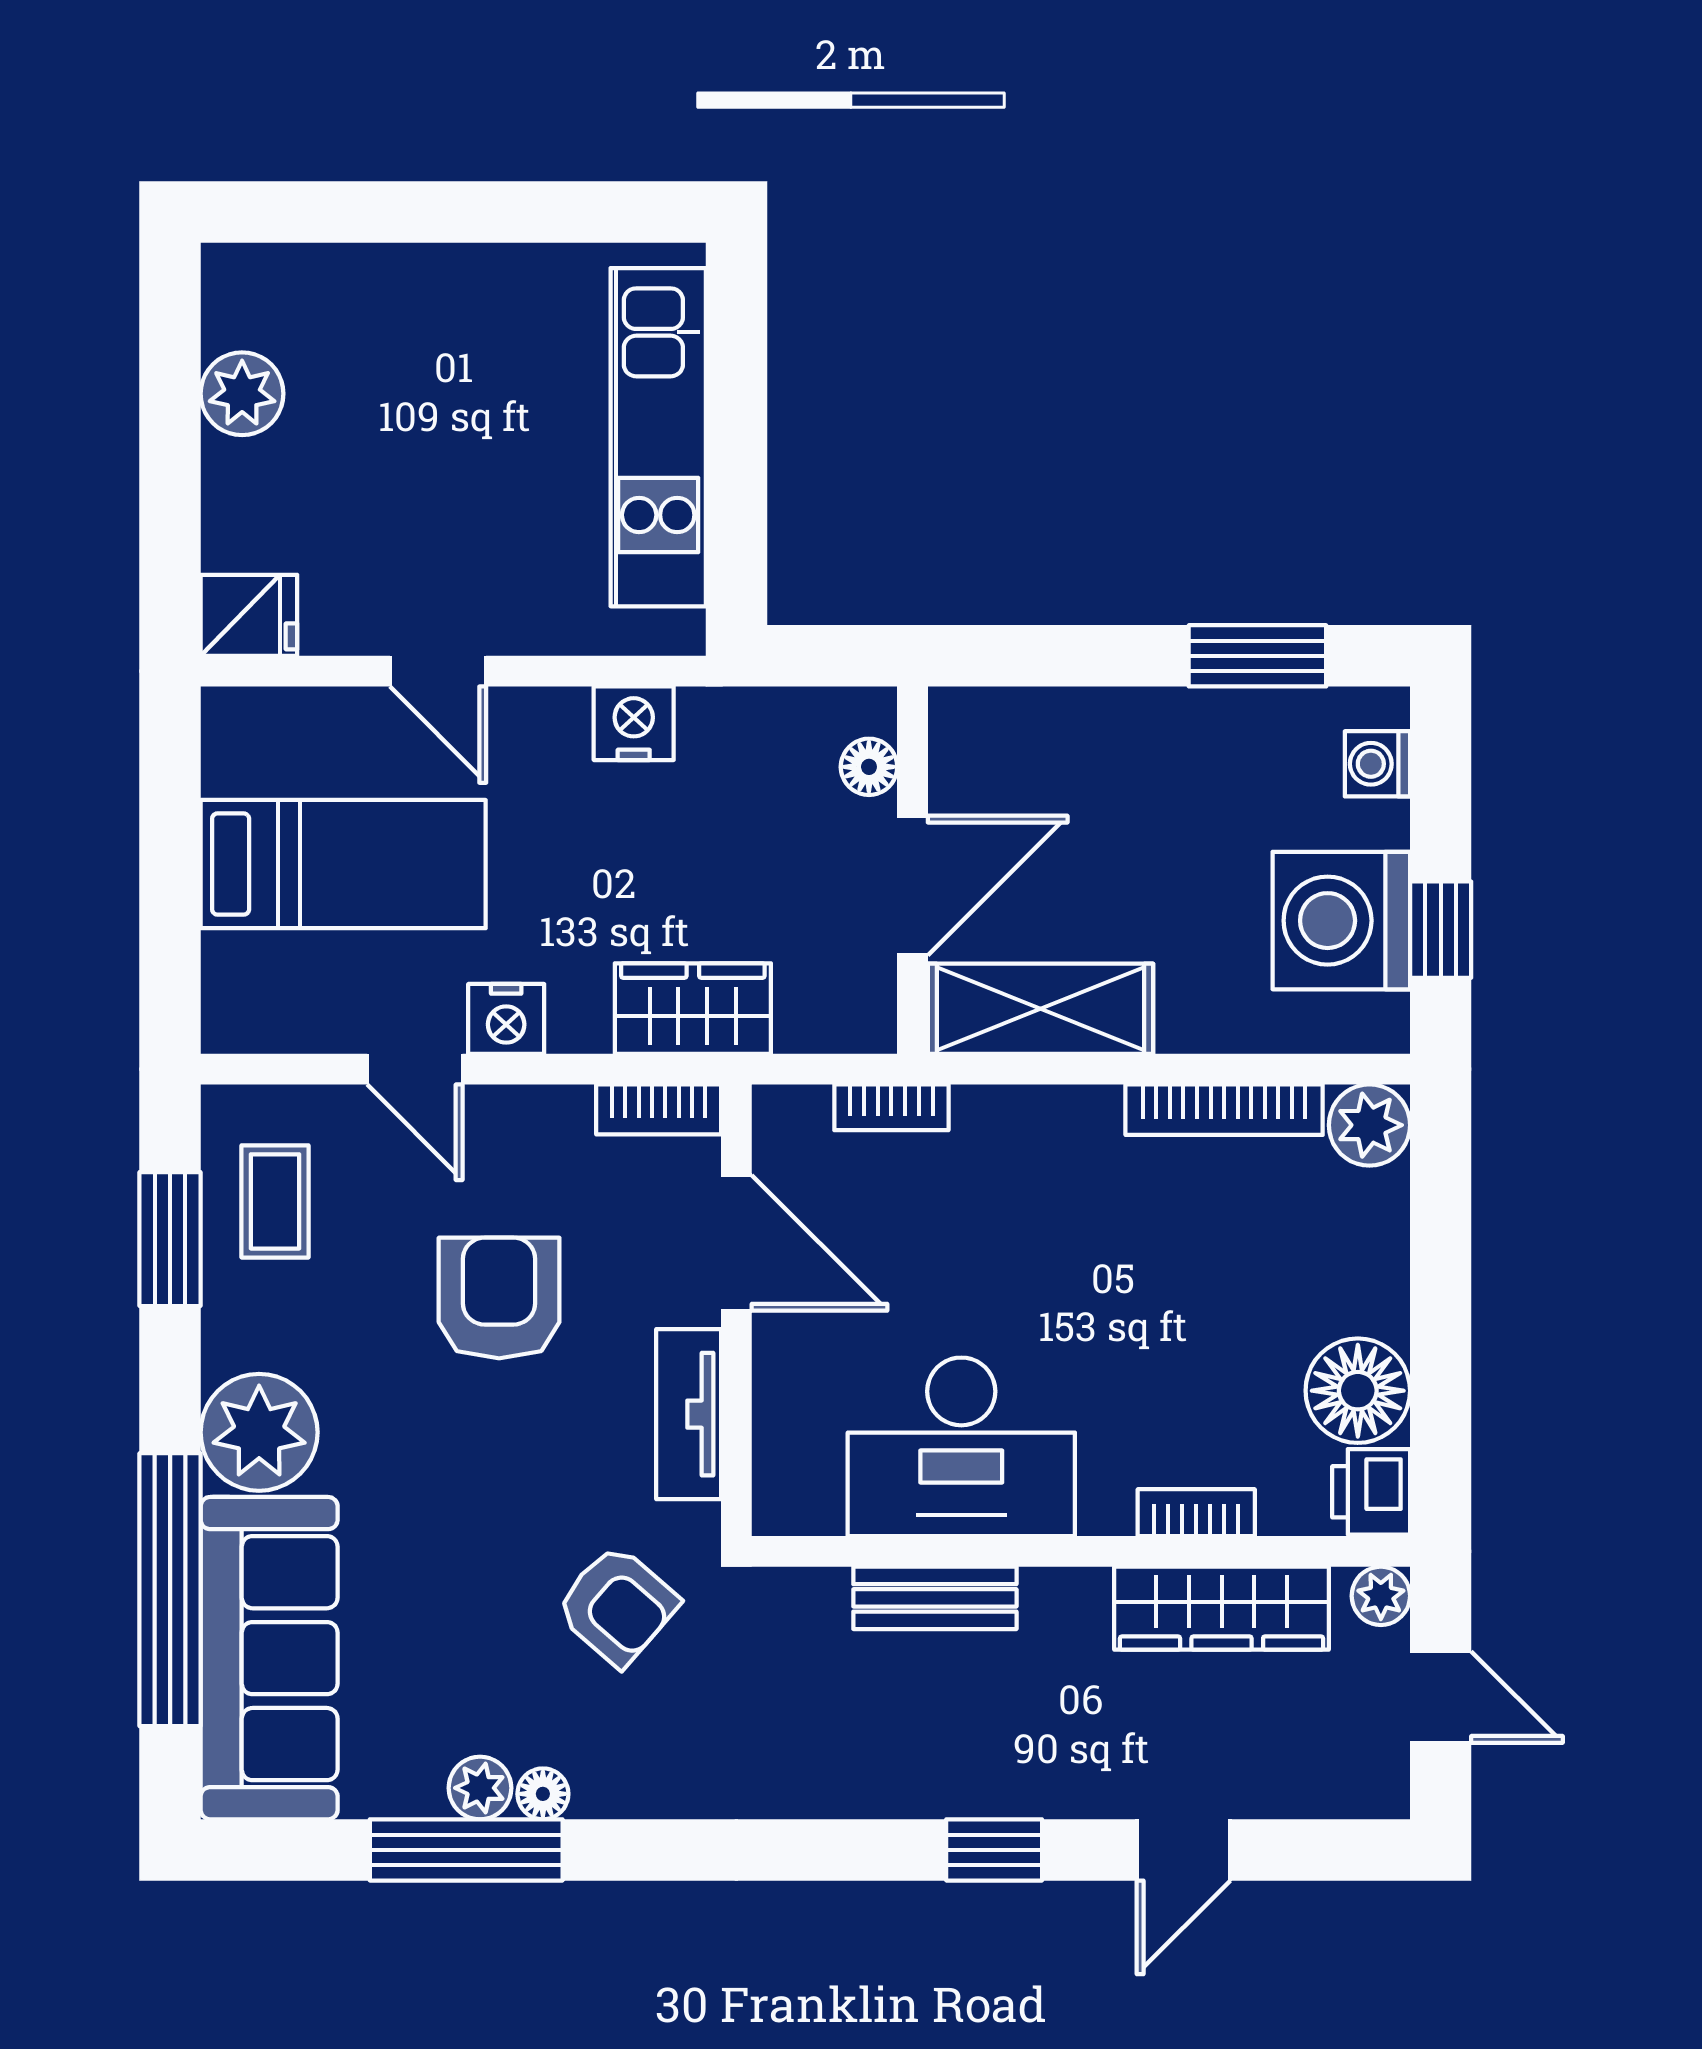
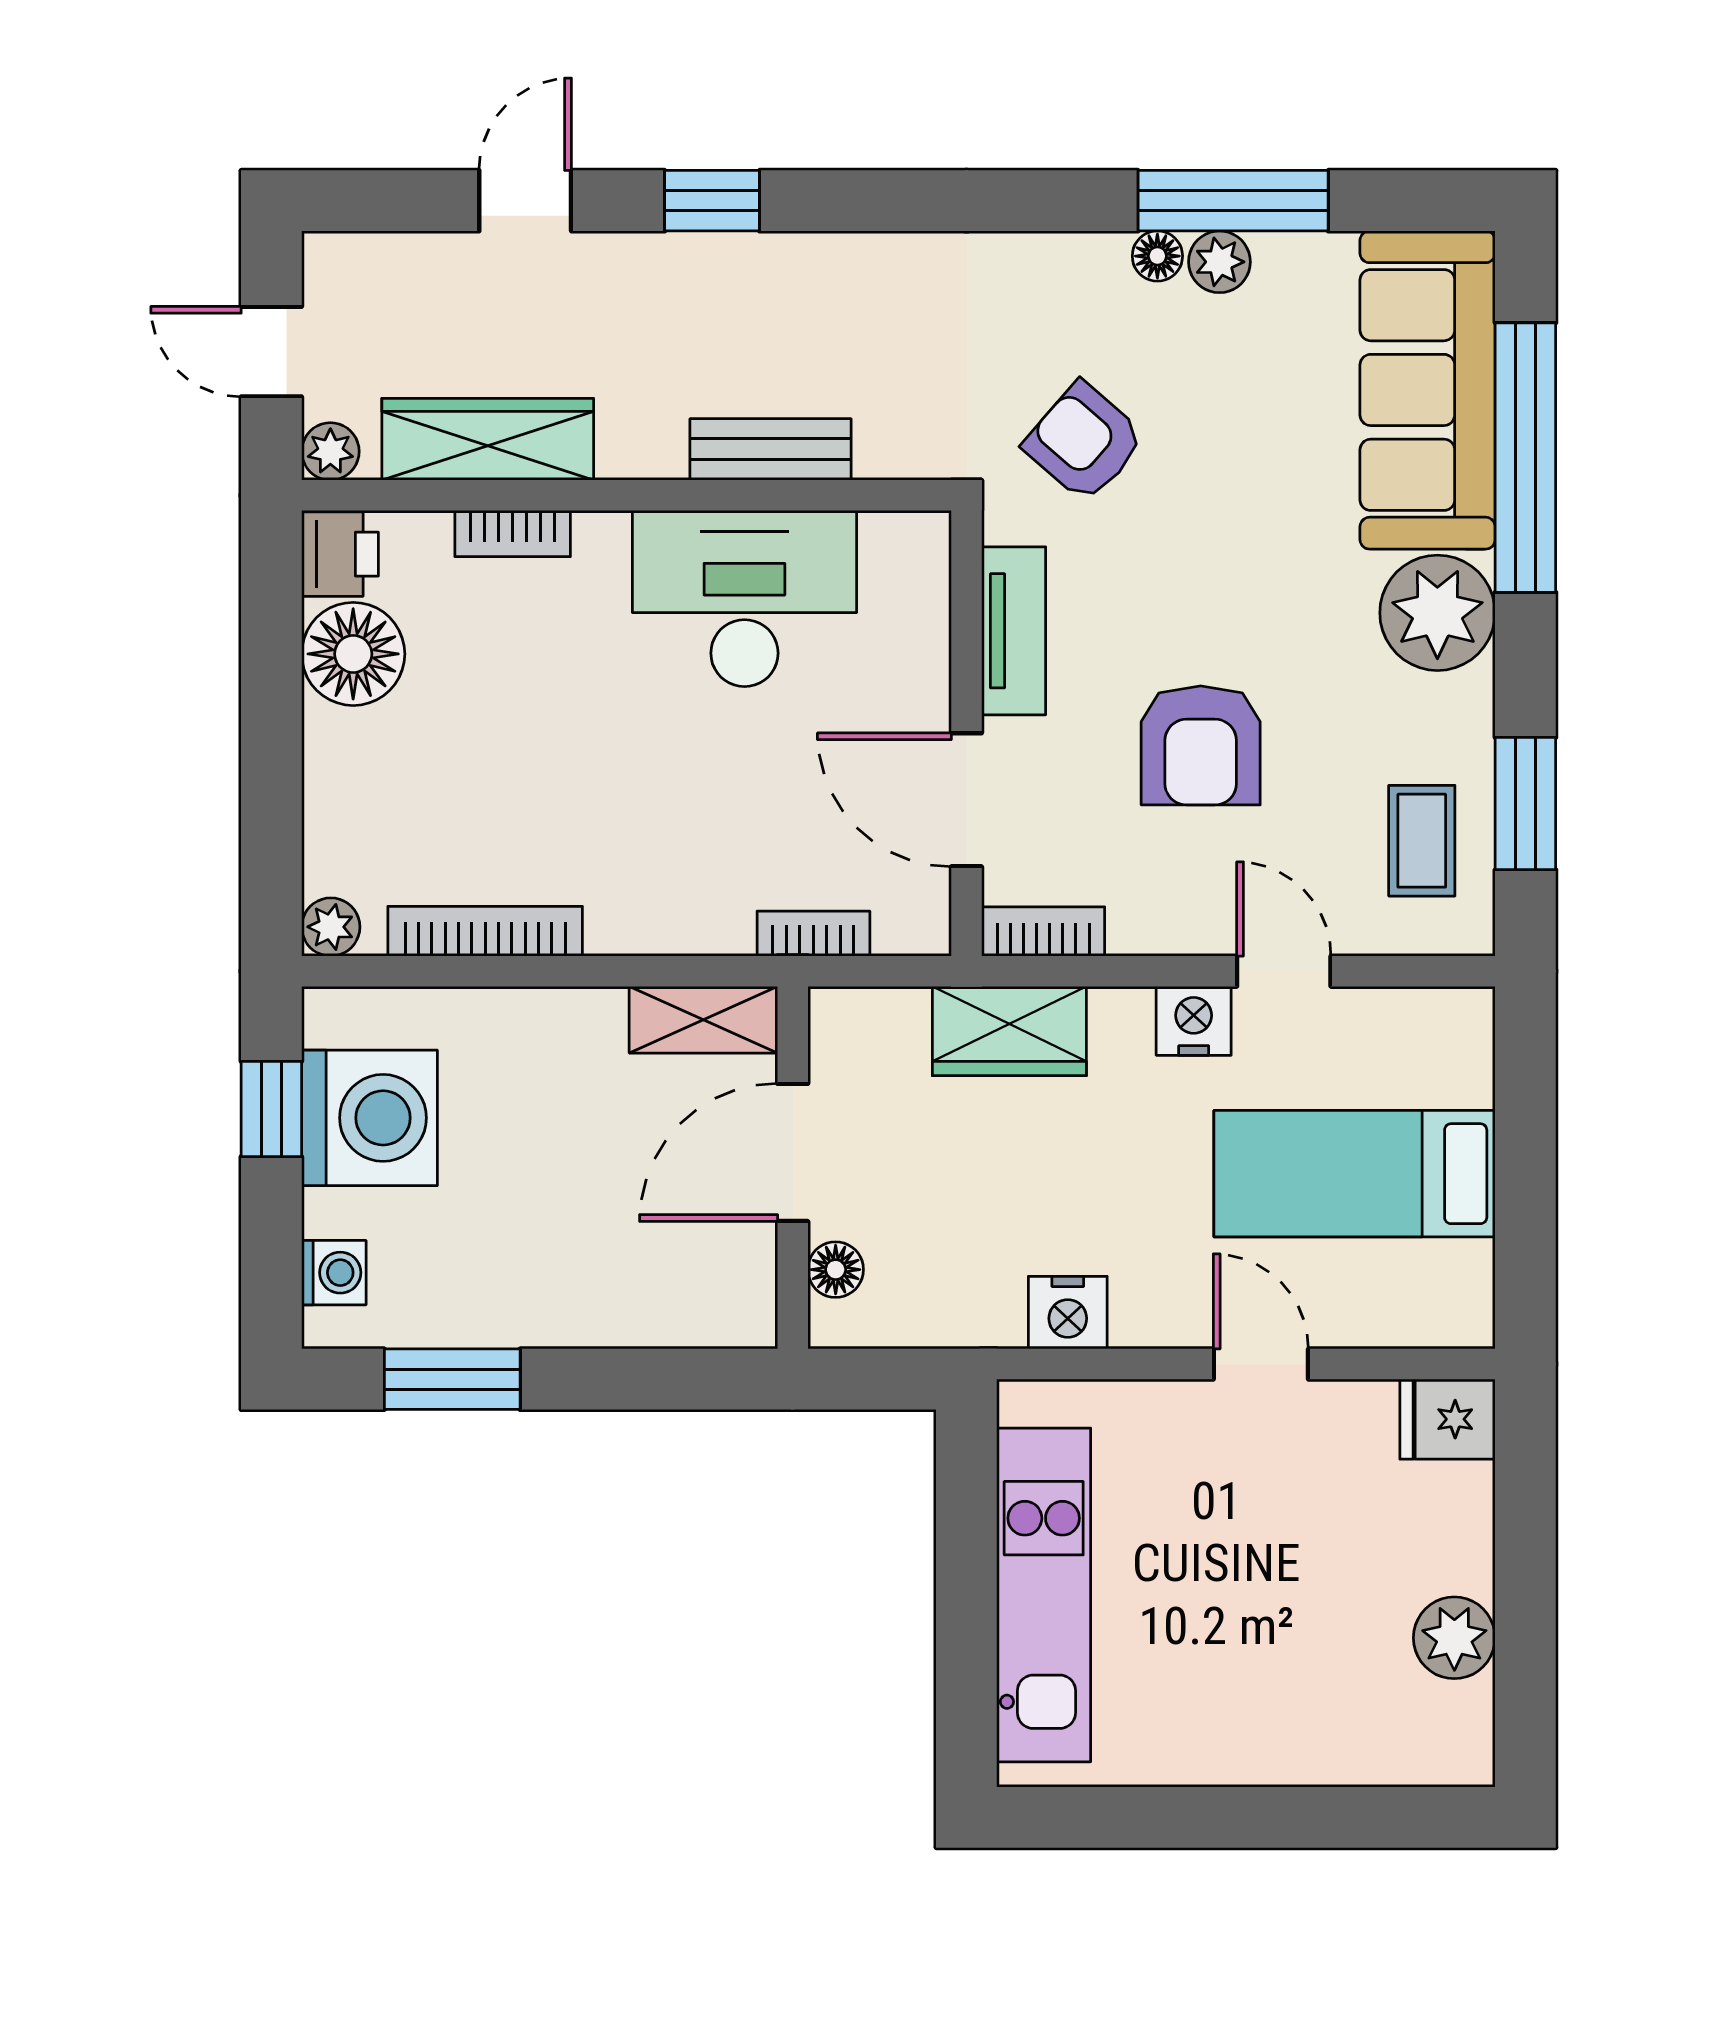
shelving: (1041, 1009) -> (703, 1020), width x0.67, depth x0.75
plant: (1369, 1125) -> (331, 927), width x0.73, depth x0.73

